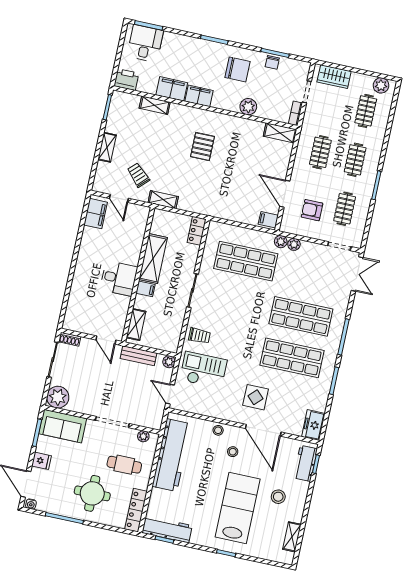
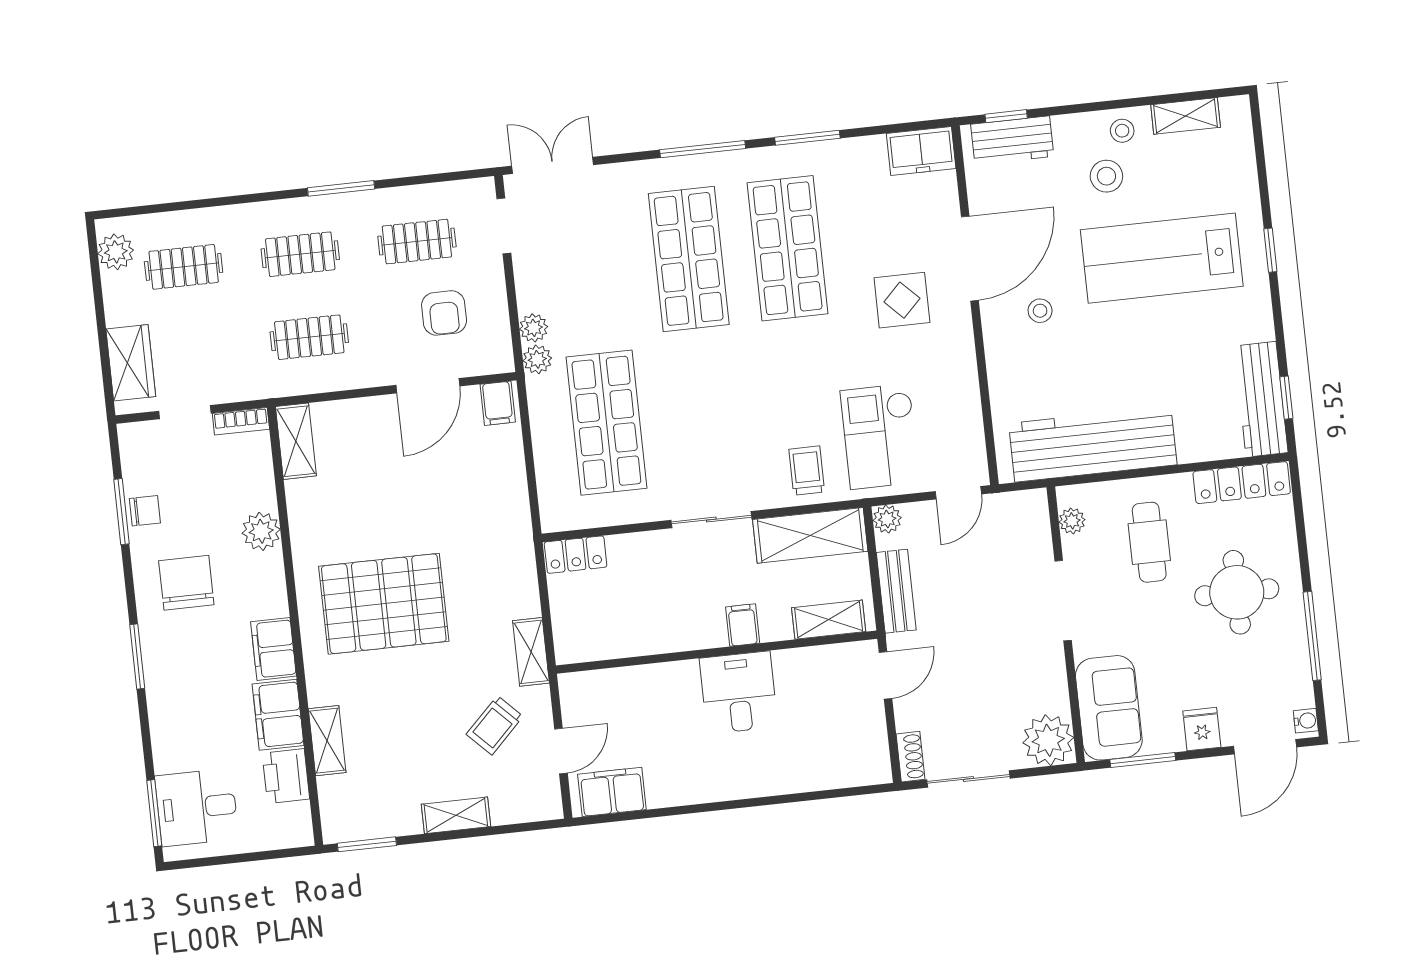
printer: (126, 80) -> (286, 776), moved
pallet: (202, 147) -> (384, 604), width x2.05, depth x2.00
shelving: (153, 259) -> (810, 535), moved
stool: (218, 430) -> (1122, 131), moved

